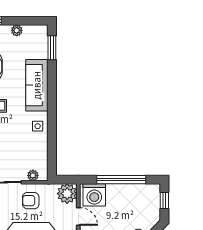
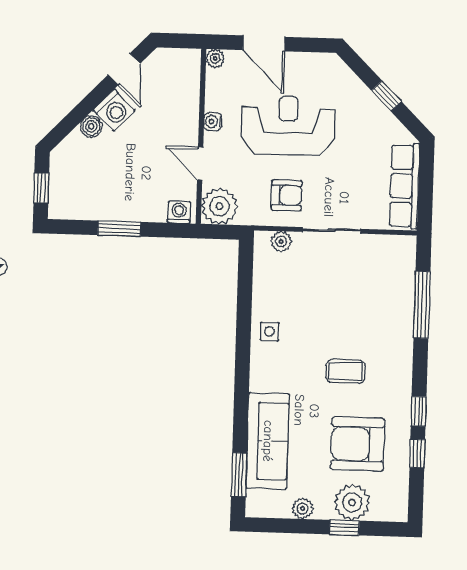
sofa: (37, 85) -> (268, 441), moved
window: (121, 180) -> (119, 229), width x0.47
washing machine: (94, 195) -> (179, 212), width x0.53, depth x0.53

